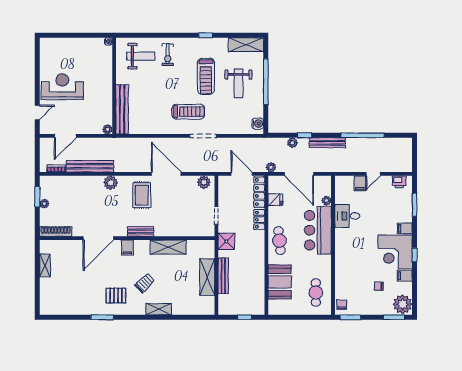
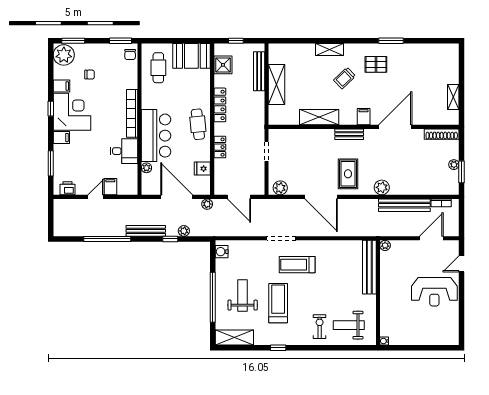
locker: (259, 192) -> (220, 105), moved
shower: (226, 241) -> (223, 65), moved
bookcase: (340, 250) -> (132, 113), added
bench: (223, 276) -> (259, 71), moved
booth: (280, 282) -> (191, 56), moved, turned 90

